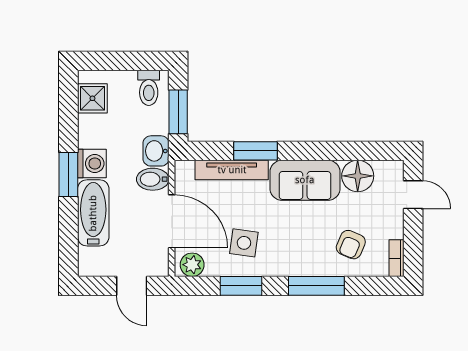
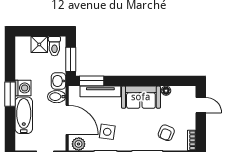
shower: (92, 98) -> (39, 44), moved
window: (256, 151) -> (92, 81), moved
floor lamp: (358, 176) -> (166, 91), width x0.53, depth x0.53

